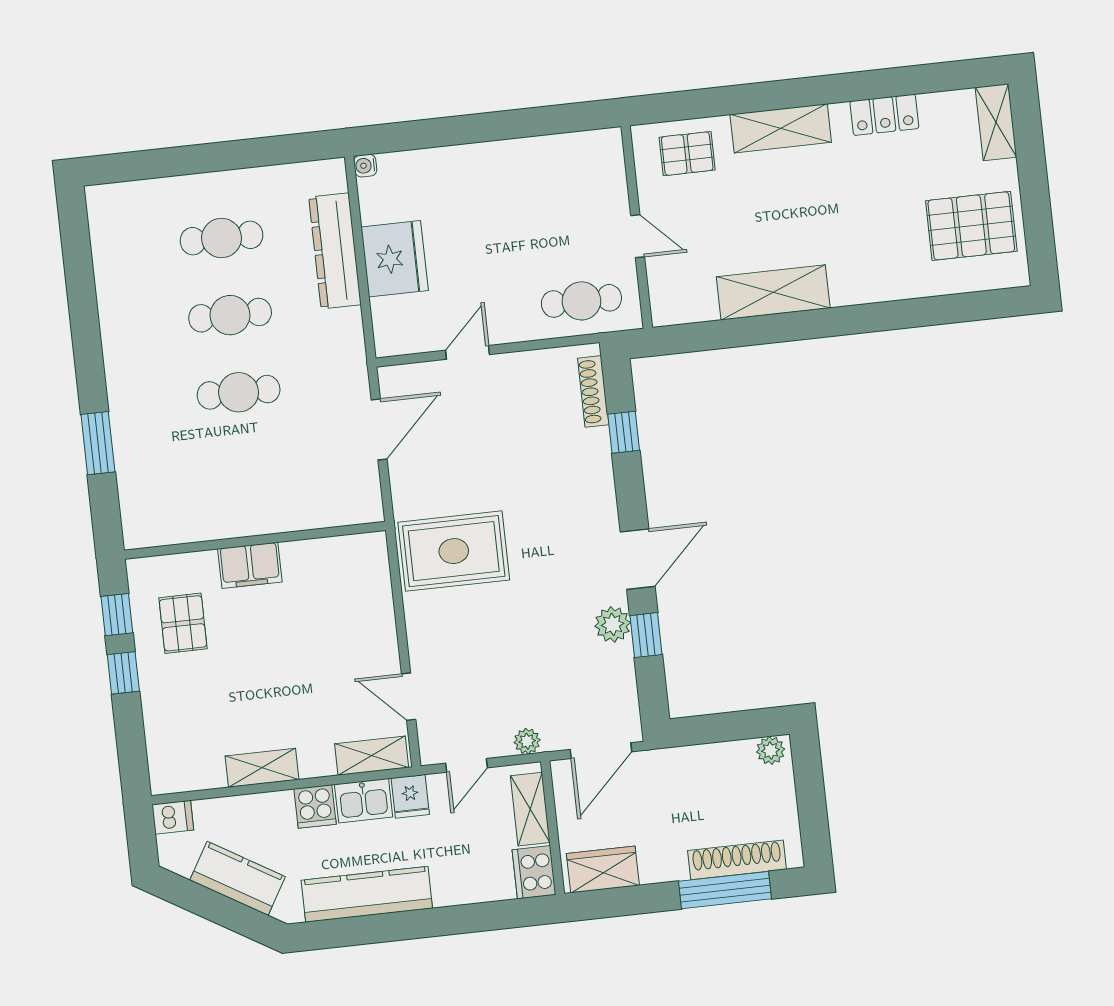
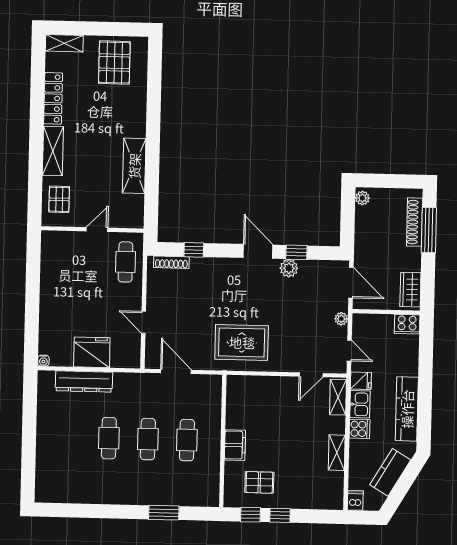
locker: (884, 115) -> (53, 98), width x1.53
cafe table: (222, 238) -> (187, 440), moved
rug: (454, 551) -> (242, 342), turned 90
shelving: (530, 809) -> (375, 322), removed

